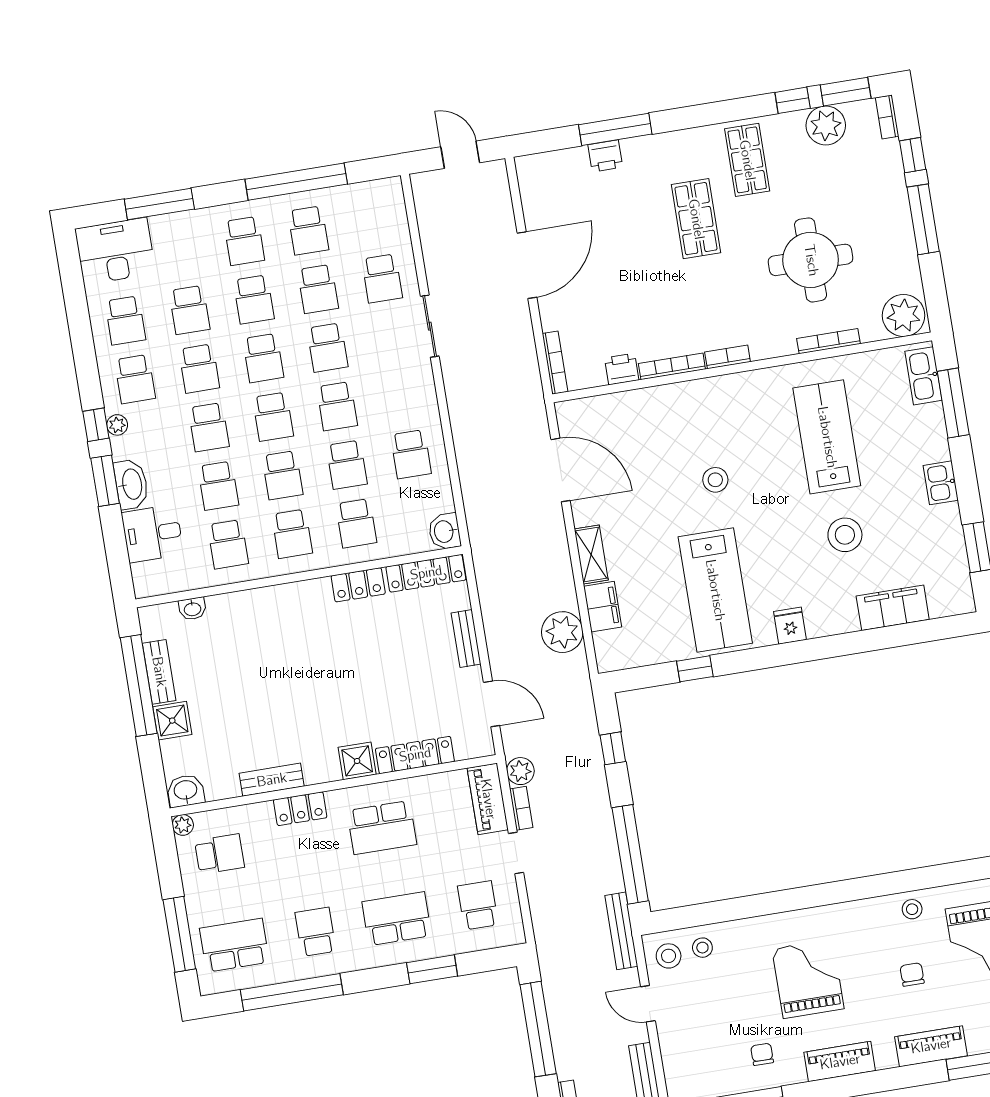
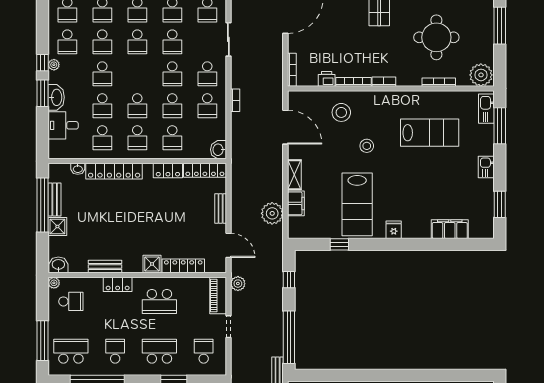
school desk: (273, 417) -> (207, 74), moved
lab bench: (827, 437) -> (430, 133), turned 90
stool: (845, 535) -> (341, 112), moved
locker: (260, 602) -> (114, 171), added
bookcase: (521, 808) -> (235, 100), moved

